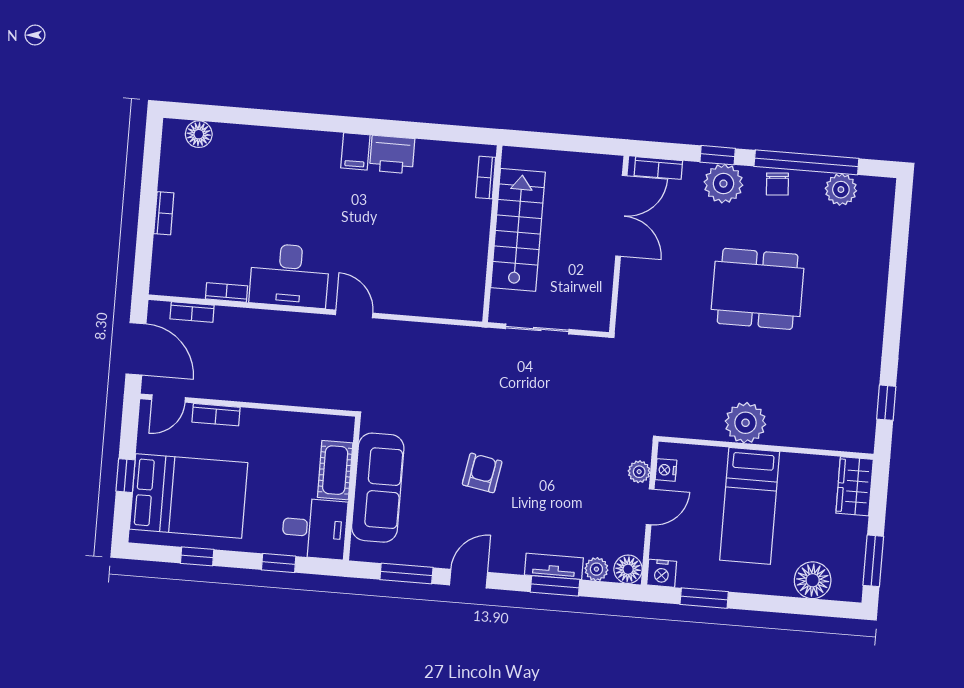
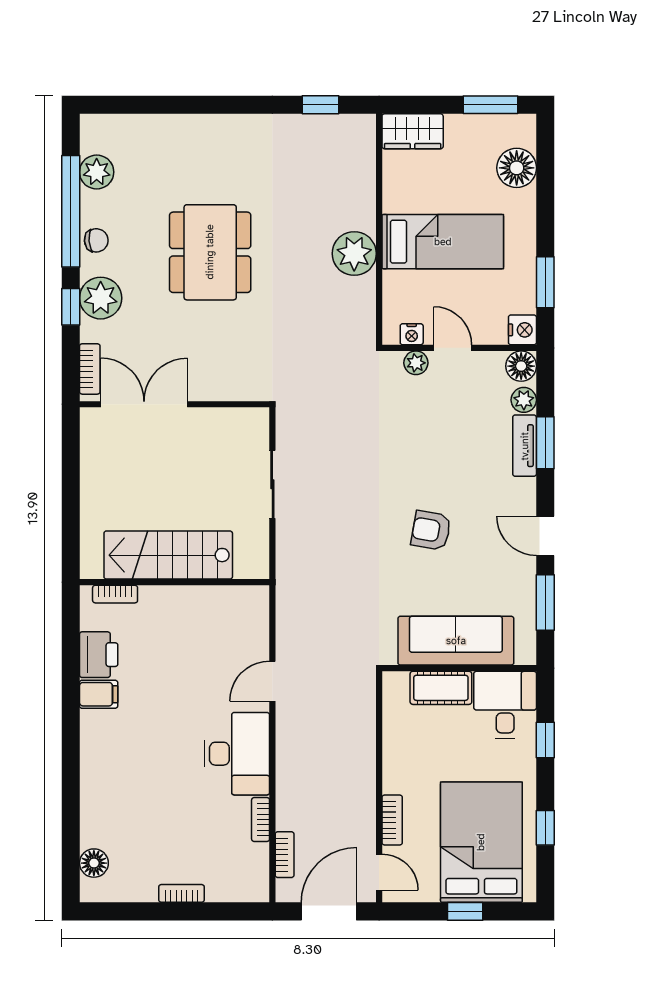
bookcase: (486, 178) -> (115, 594), moved
stairs: (518, 230) -> (168, 555), moved
wall: (492, 234) -> (175, 582), moved

